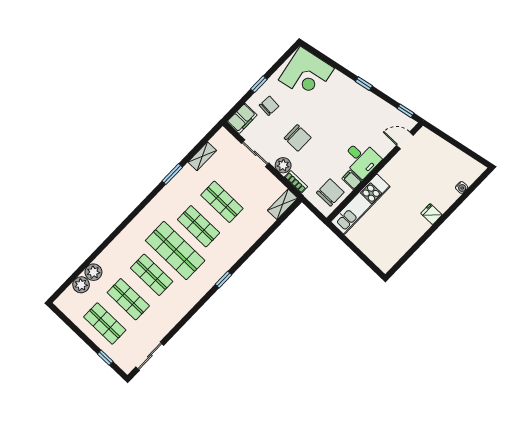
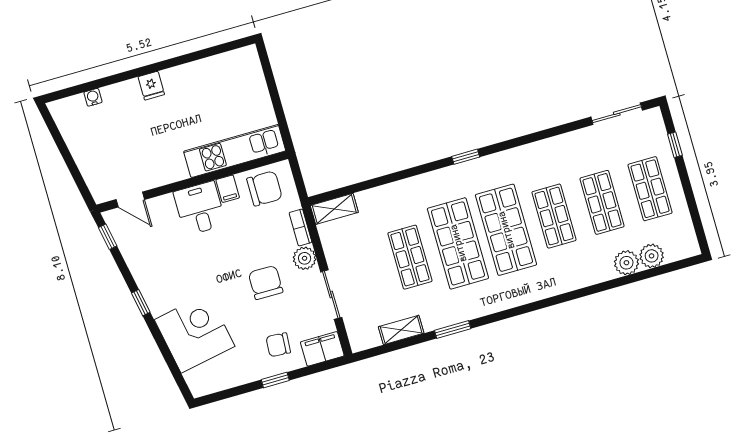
corner desk: (306, 74) -> (195, 333), moved
chair: (330, 193) -> (264, 188), turned 180
shop shelf: (198, 226) -> (458, 243), width x1.43, depth x1.36

